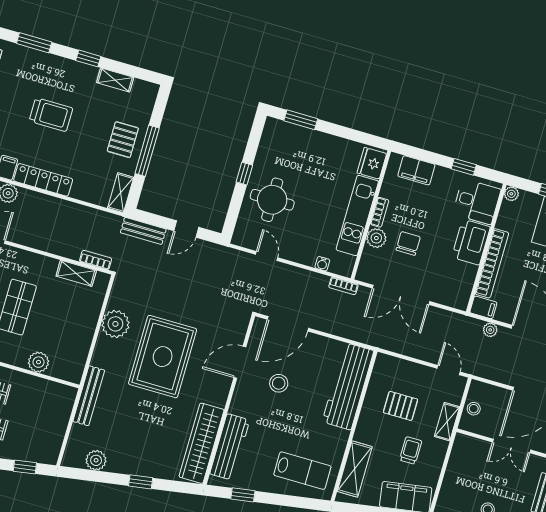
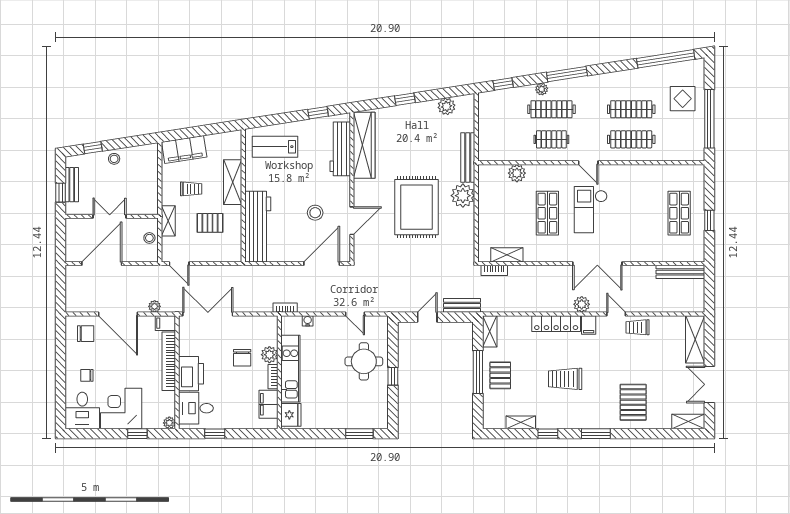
filing cabinet: (416, 170) -> (268, 404), moved, turned -90
double door: (401, 295) -> (208, 314), moved
plant: (115, 324) -> (463, 196), moved
trolley: (411, 450) -> (191, 189), turned -90
shelving: (355, 469) -> (233, 182), moved

